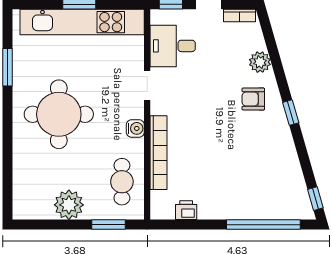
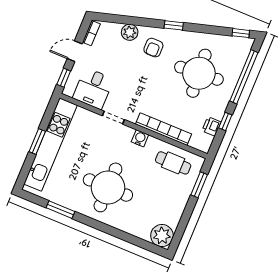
round table: (245, 168) -> (199, 73), added
plant: (69, 205) -> (162, 236), moved
window: (199, 225) -> (225, 121), added

